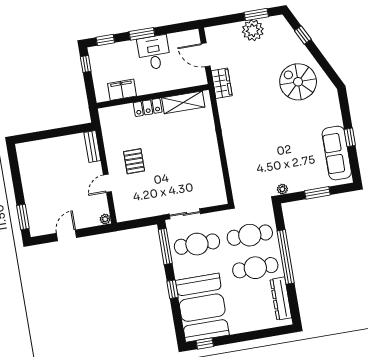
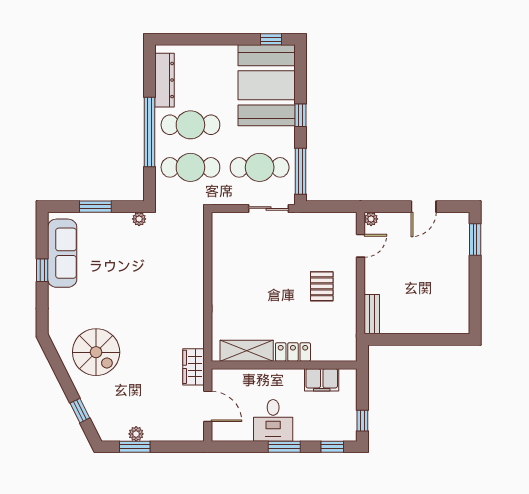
plant: (253, 30) -> (136, 434), width x0.53, depth x0.53
door: (107, 183) -> (361, 246), moved

